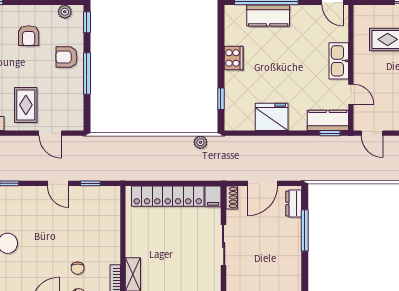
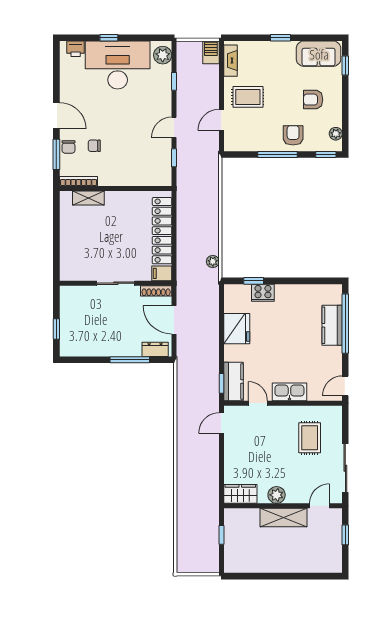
cooker: (234, 58) -> (263, 293), moved
door: (351, 94) -> (258, 403), swing flipped
shoe rack: (232, 197) -> (156, 291), width x1.43

